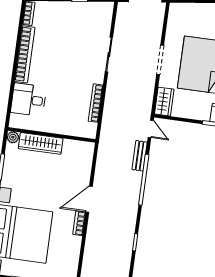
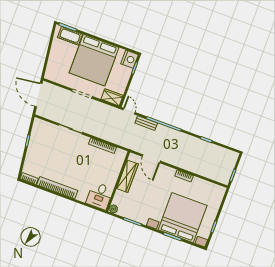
desk: (29, 100) -> (100, 196), moved
door: (151, 129) -> (129, 111), hinge flipped
wardrobe: (41, 143) -> (127, 176), moved
door: (89, 199) -> (151, 159), moved

